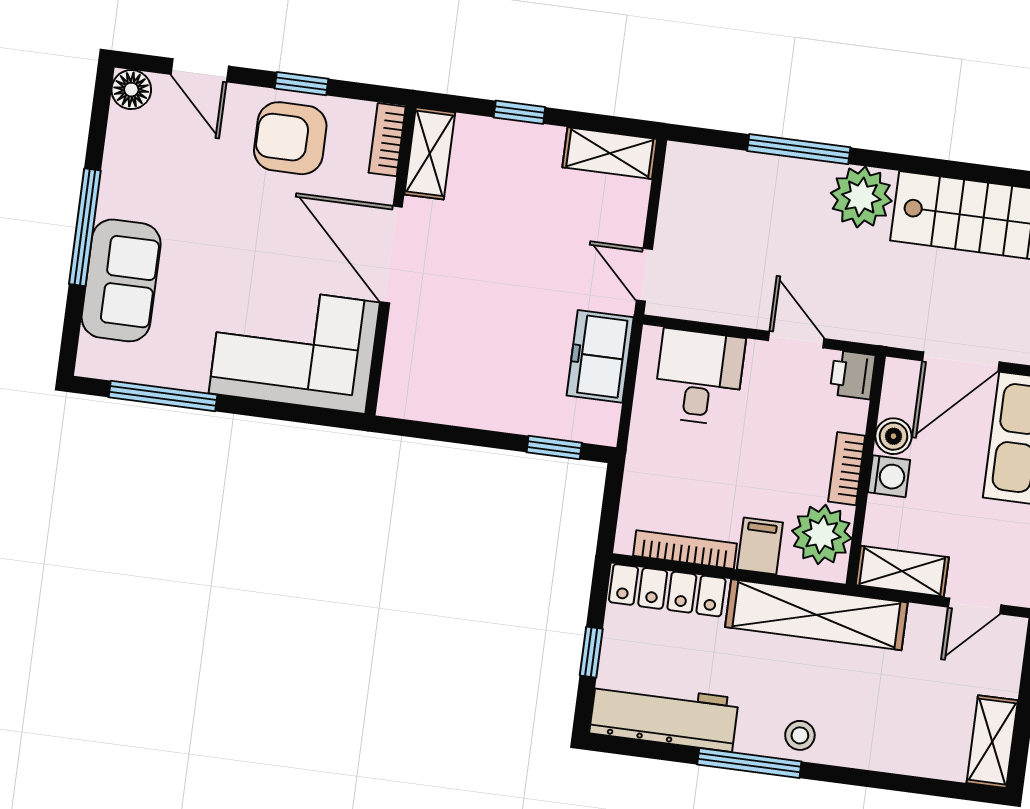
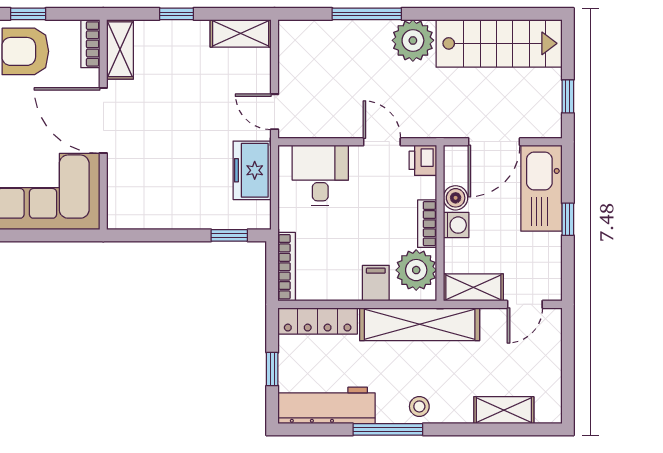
bookcase: (685, 550) -> (287, 267), moved, turned 90
shelving: (992, 742) -> (504, 410), moved, turned 90

